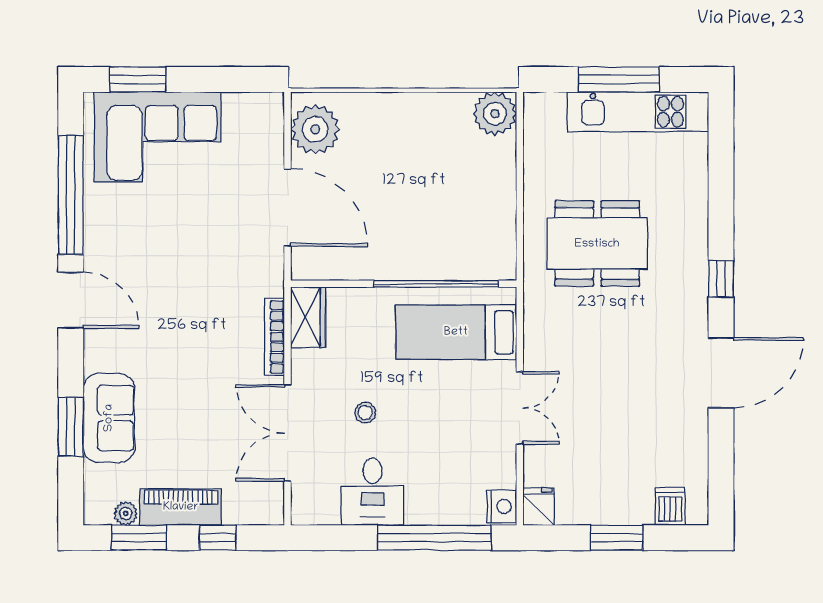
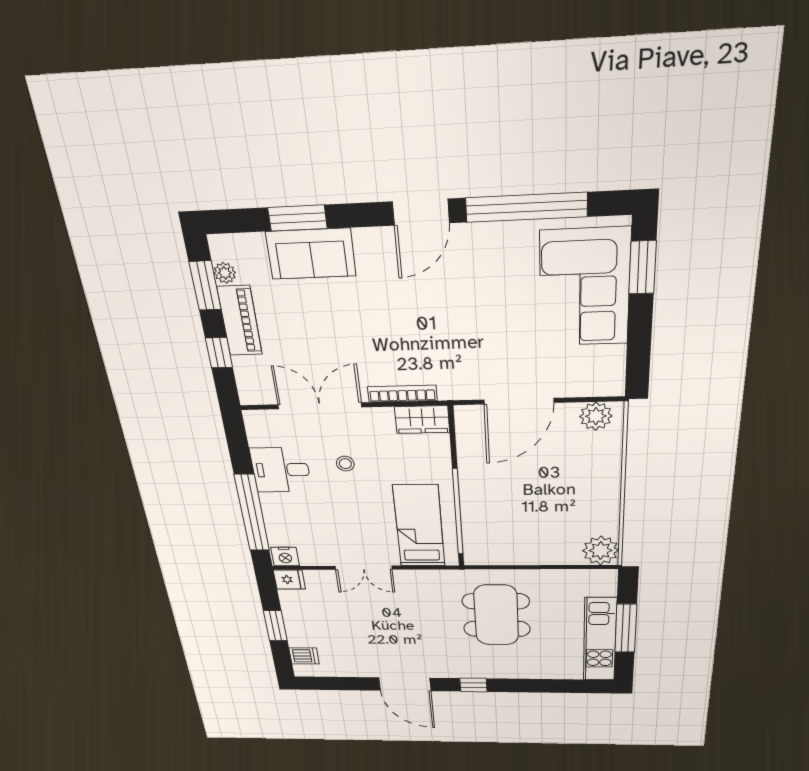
plant: (315, 129) -> (596, 416), width x0.73, depth x0.73

